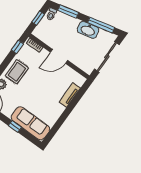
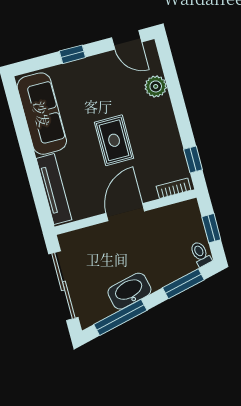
rug: (17, 72) -> (114, 140), moved
tv unit: (70, 95) -> (54, 189), width x1.41
sofa: (30, 123) -> (42, 114), moved, turned -90

